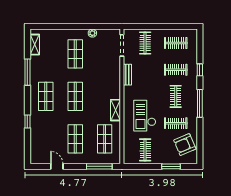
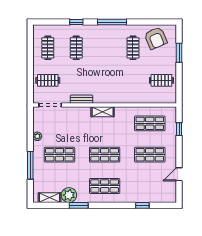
window: (65, 26) -> (30, 165), added
plant: (37, 63) -> (69, 195), added
window: (27, 72) -> (79, 205), width x0.69
clothes rail: (176, 96) -> (105, 48), removed
shelving: (115, 110) -> (103, 112), moved
checkout: (145, 116) -> (125, 81), removed
window: (27, 122) -> (142, 205), moved
window: (99, 166) -> (179, 129), width x0.46

